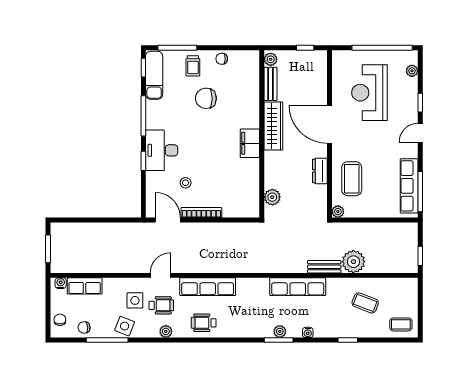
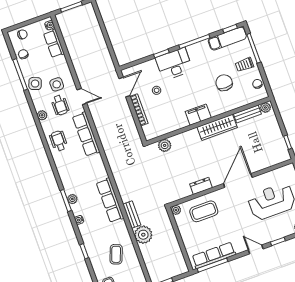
plant: (271, 59) -> (265, 108), moved
bench: (271, 84) -> (247, 114), moved
wardrobe: (273, 126) -> (217, 127), moved
wall: (262, 134) -> (208, 121), moved
filing cabinet: (250, 143) -> (198, 115), moved
plant: (272, 197) -> (165, 145), moved

